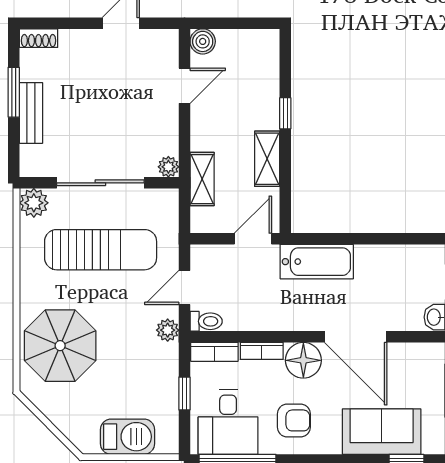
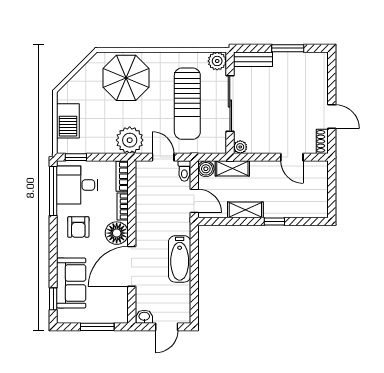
shoe rack: (39, 38) -> (322, 141), moved
boiler: (203, 41) -> (206, 169), moved
bench: (31, 113) -> (253, 59), moved
bathtub: (317, 262) -> (180, 259), moved
toilet: (206, 321) -> (184, 171), moved
plant: (168, 330) -> (130, 140), width x1.87, depth x1.87
window: (184, 394) -> (76, 157), moved

